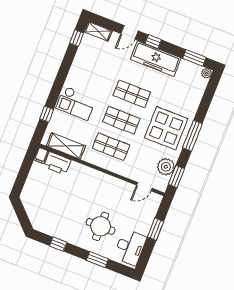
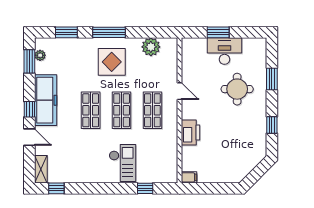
plant: (206, 73) -> (40, 55), moved
display table: (166, 128) -> (112, 62), width x0.73, depth x0.73
shelving: (66, 146) -> (170, 156), removed
printer: (57, 163) -> (191, 133), moved
window: (176, 176) -> (66, 32), moved
door: (144, 187) -> (180, 91), moved
desk: (130, 247) -> (224, 51), moved

